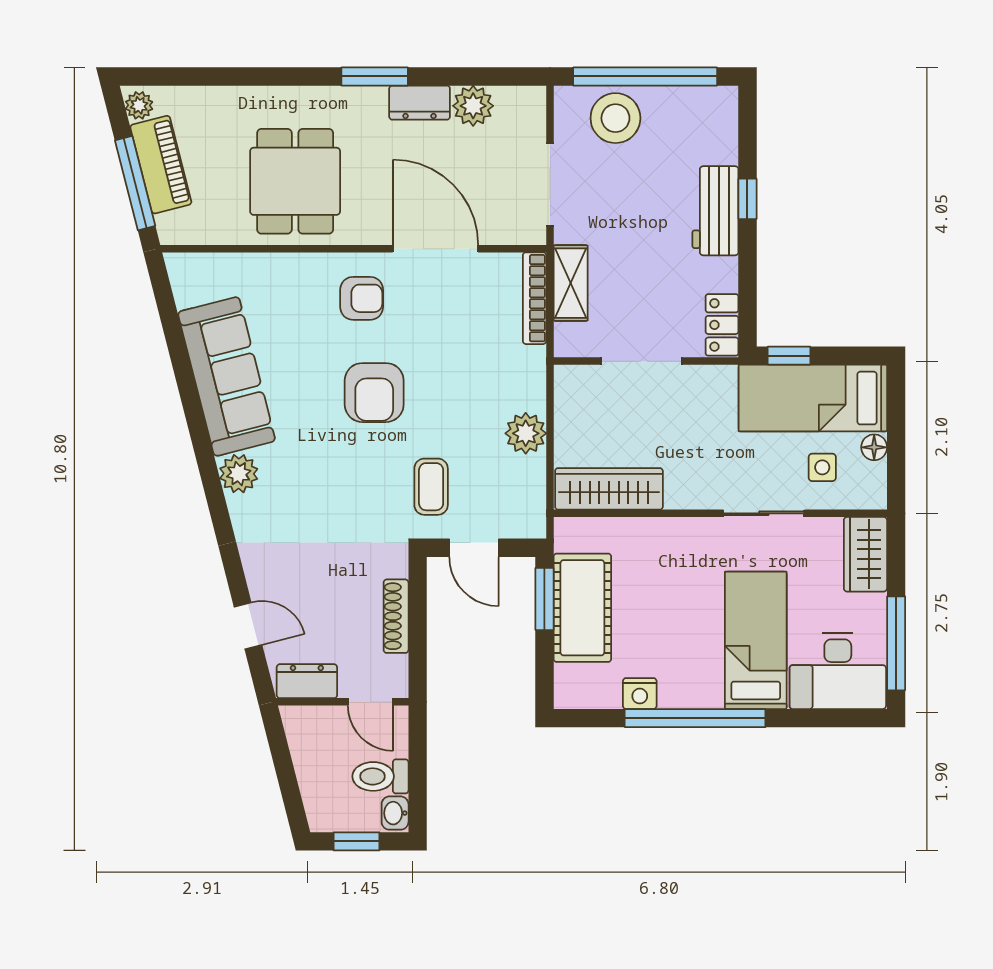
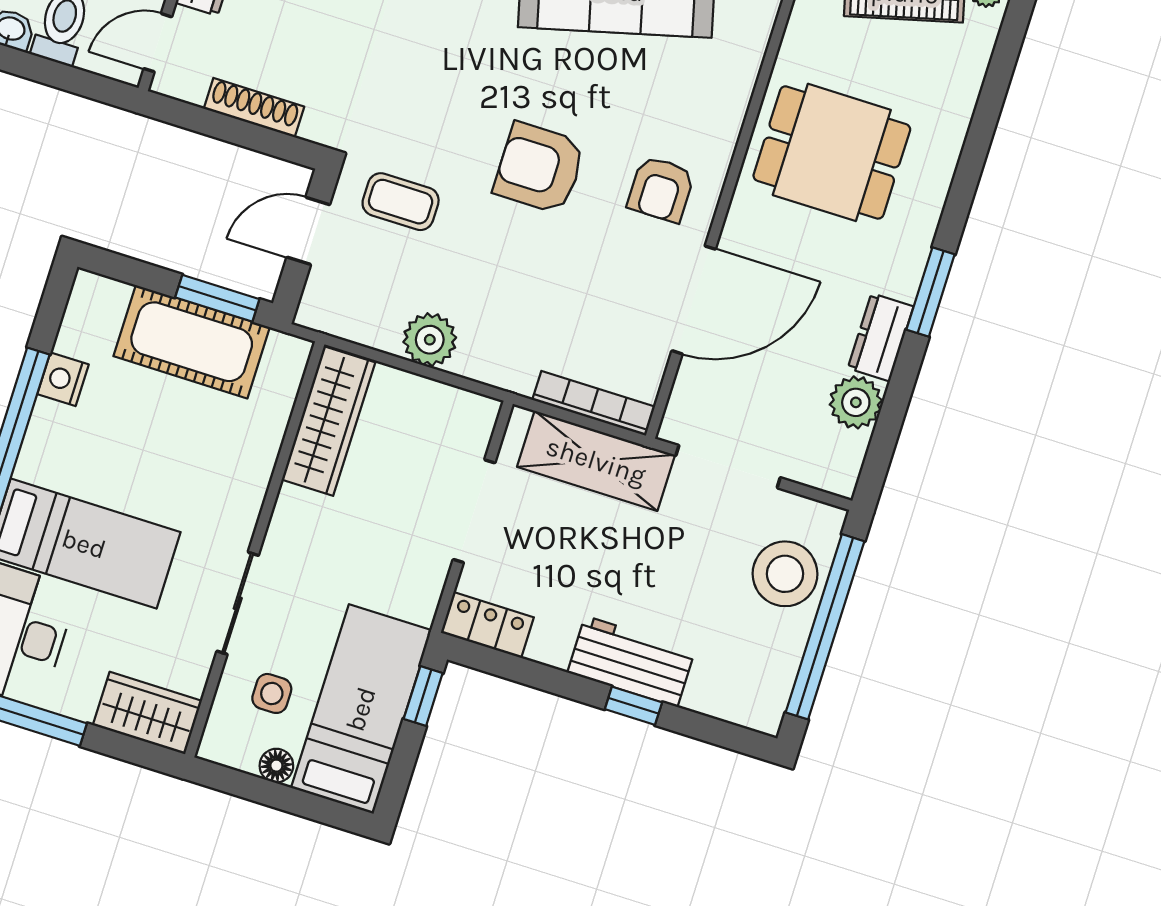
shelving: (571, 283) -> (596, 461), width x1.50, depth x1.33

